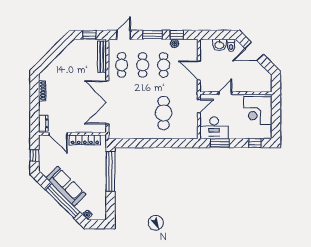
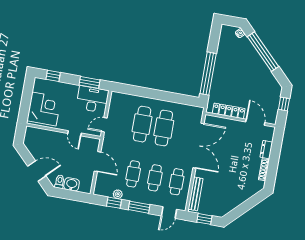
door: (225, 93) -> (75, 133), hinge flipped
cafe table: (143, 113) -> (164, 128), added
dresser: (43, 123) -> (266, 150), moved
sofa: (66, 186) -> (257, 66), removed

